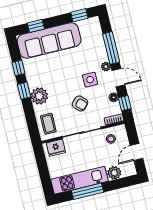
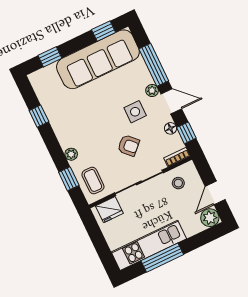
sofa: (49, 40) -> (98, 59), moved
window: (24, 91) -> (69, 179), moved
plant: (39, 96) -> (71, 154), width x0.53, depth x0.53
plant: (114, 173) -> (210, 218), moved

